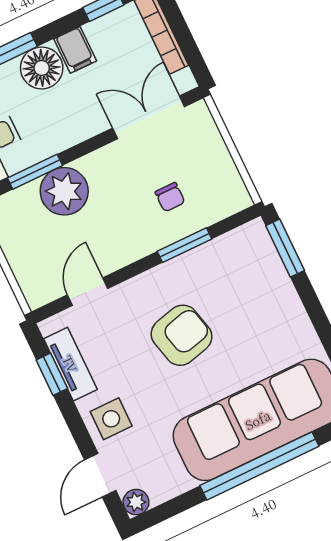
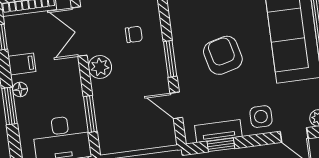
floor lamp: (42, 68) -> (20, 89), width x0.53, depth x0.53
plant: (64, 191) -> (100, 67), moved, width x0.73, depth x0.73
window: (185, 245) -> (170, 59), moved

